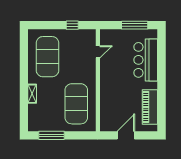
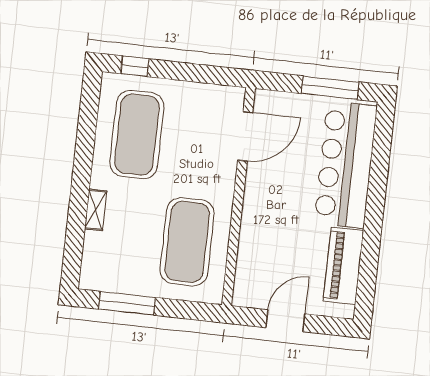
window: (72, 25) -> (135, 66), moved
door: (98, 52) -> (245, 136), width x1.88
bar counter: (146, 60) -> (346, 165), width x1.36

